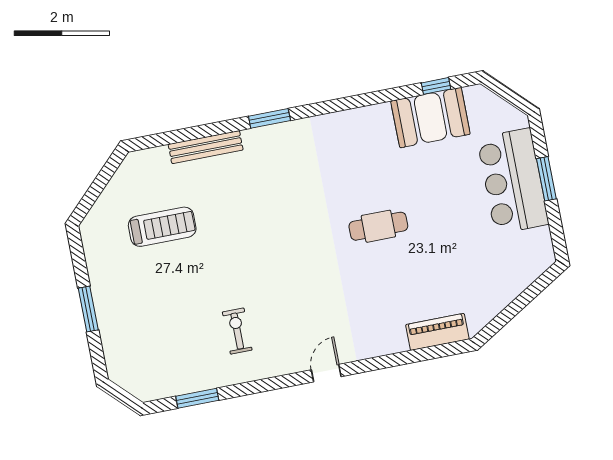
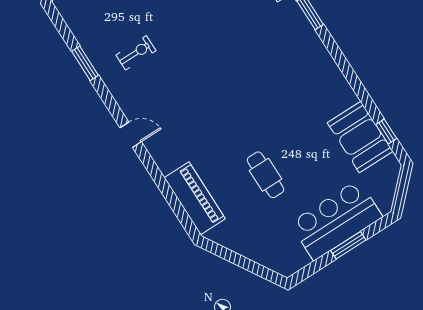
cafe table: (378, 226) -> (266, 175), moved
piano: (437, 332) -> (195, 198), width x1.37, depth x1.33
window: (197, 398) -> (85, 63), moved

